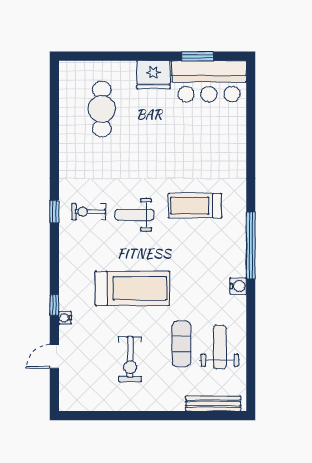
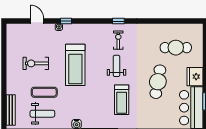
cafe table: (163, 141) -> (158, 82), added
treadmill: (195, 206) -> (122, 100), turned 180

